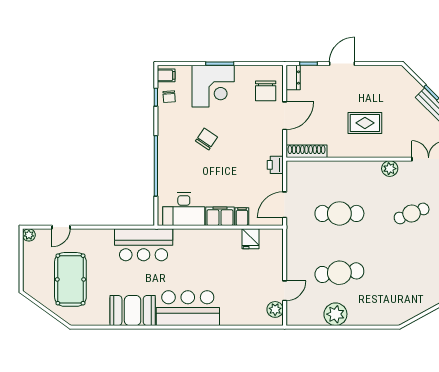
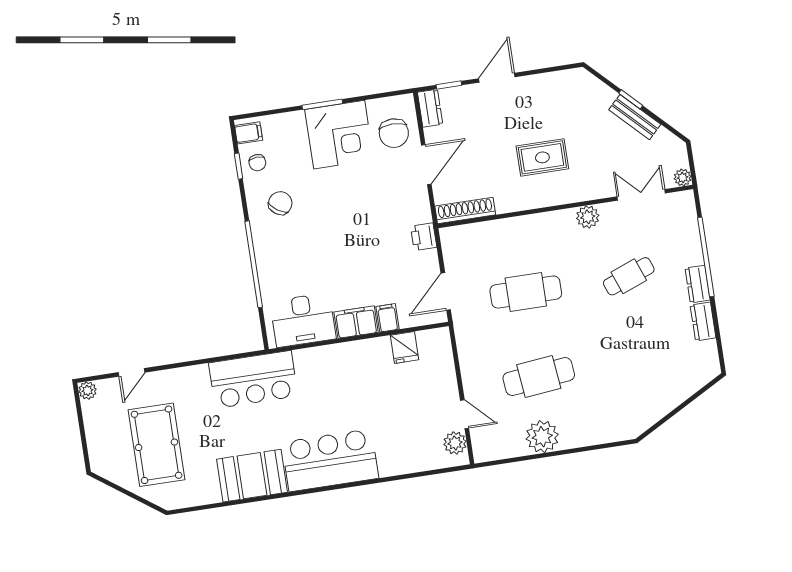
corner desk: (213, 86) -> (339, 135), moved
chair: (207, 139) -> (280, 203), moved
door: (285, 291) -> (465, 414), hinge flipped

